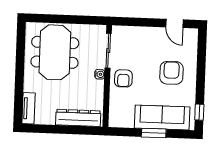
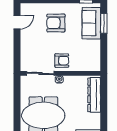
sofa: (162, 117) -> (91, 23), width x0.73
window: (154, 133) -> (104, 23), moved

